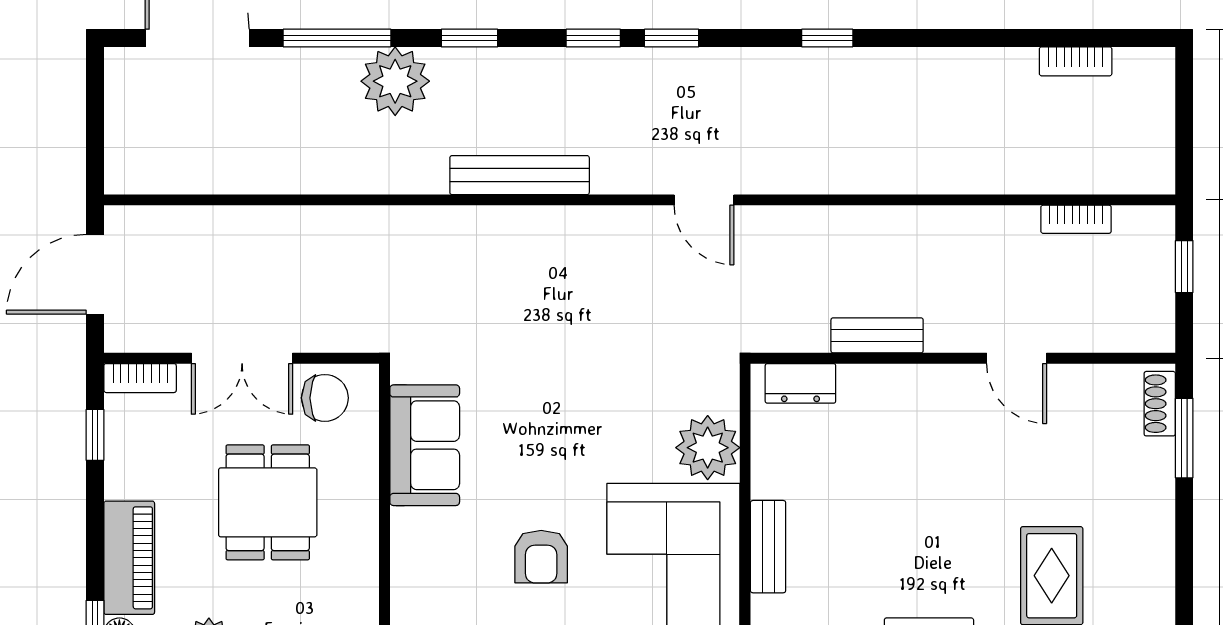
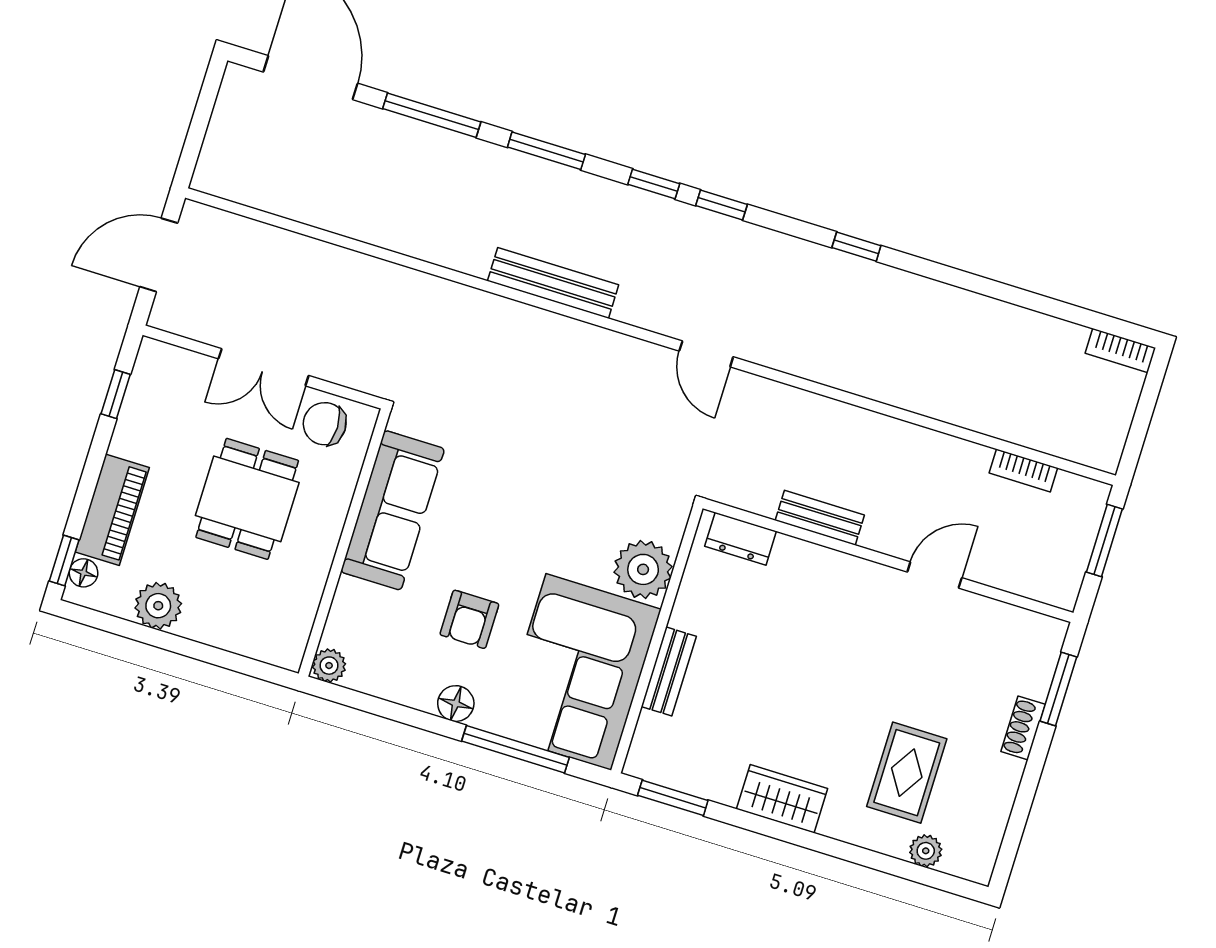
window: (469, 38) -> (546, 151), width x1.50
bookcase: (1076, 61) -> (1120, 350), moved
plant: (395, 81) -> (471, 168), removed
window: (1184, 267) -> (1104, 540), width x1.50
door: (1017, 358) -> (935, 575), swing flipped
bookcase: (140, 378) -> (170, 357), removed
chair: (325, 398) -> (325, 424), turned 180
shoe rack: (1160, 404) -> (1023, 728), moved
sofa: (425, 445) -> (393, 510), width x1.36

